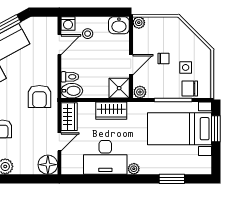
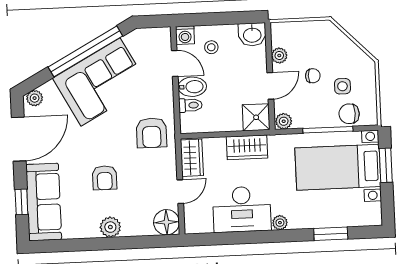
plant: (139, 23) -> (279, 55), moved
door: (59, 45) -> (175, 63), hinge flipped
bidet: (72, 91) -> (192, 87), moved

